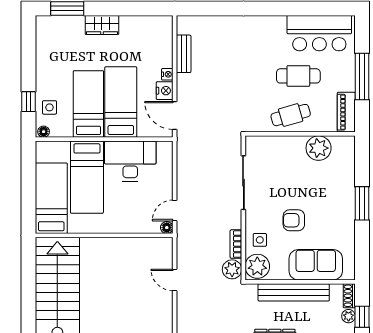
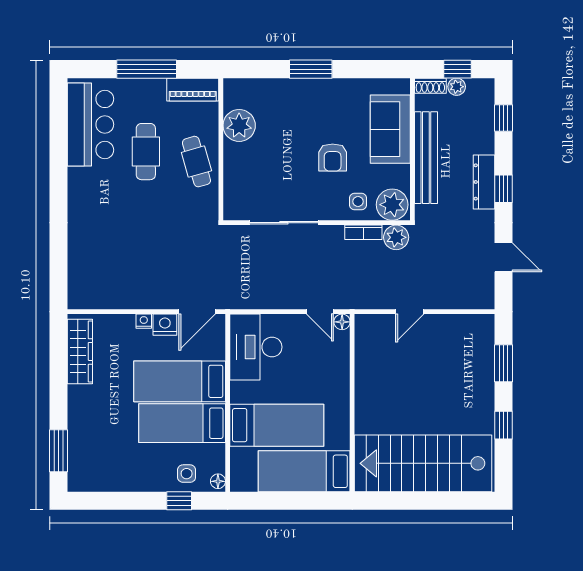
wardrobe: (102, 25) -> (80, 351), moved, width x1.50
bench: (184, 54) -> (117, 300), removed
desk: (130, 161) -> (256, 347), moved

